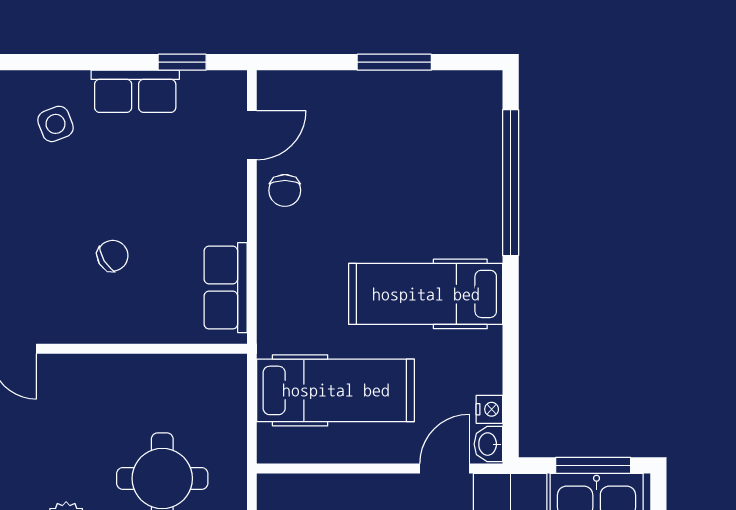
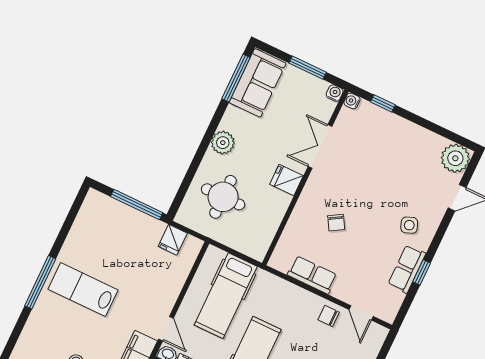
window: (182, 62) -> (422, 272), moved
row of seats: (226, 288) -> (312, 275), moved
fridge: (79, 380) -> (286, 180), added

